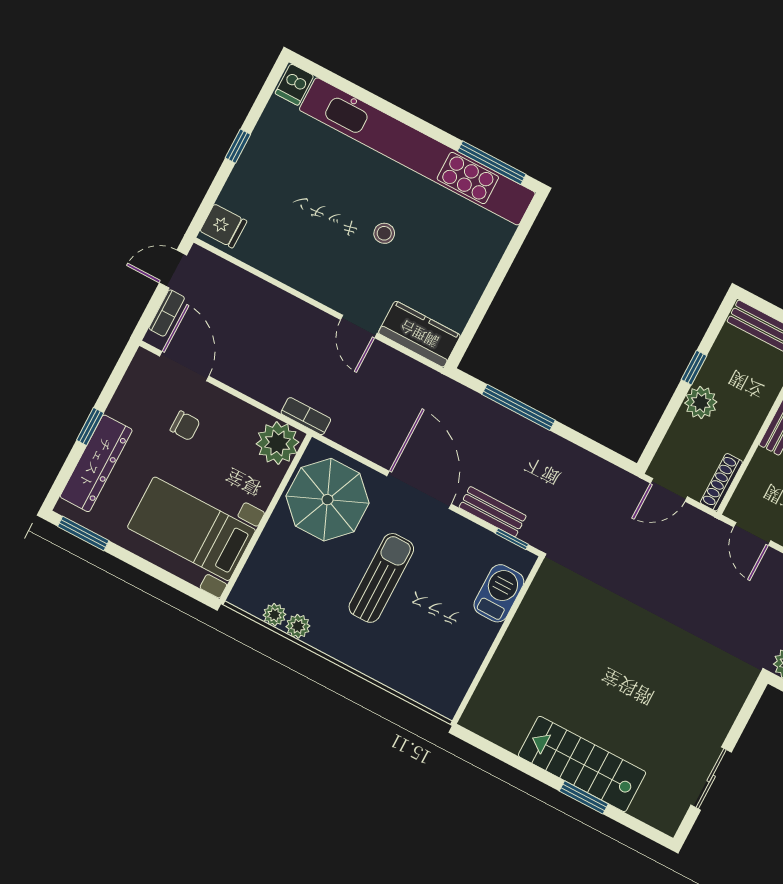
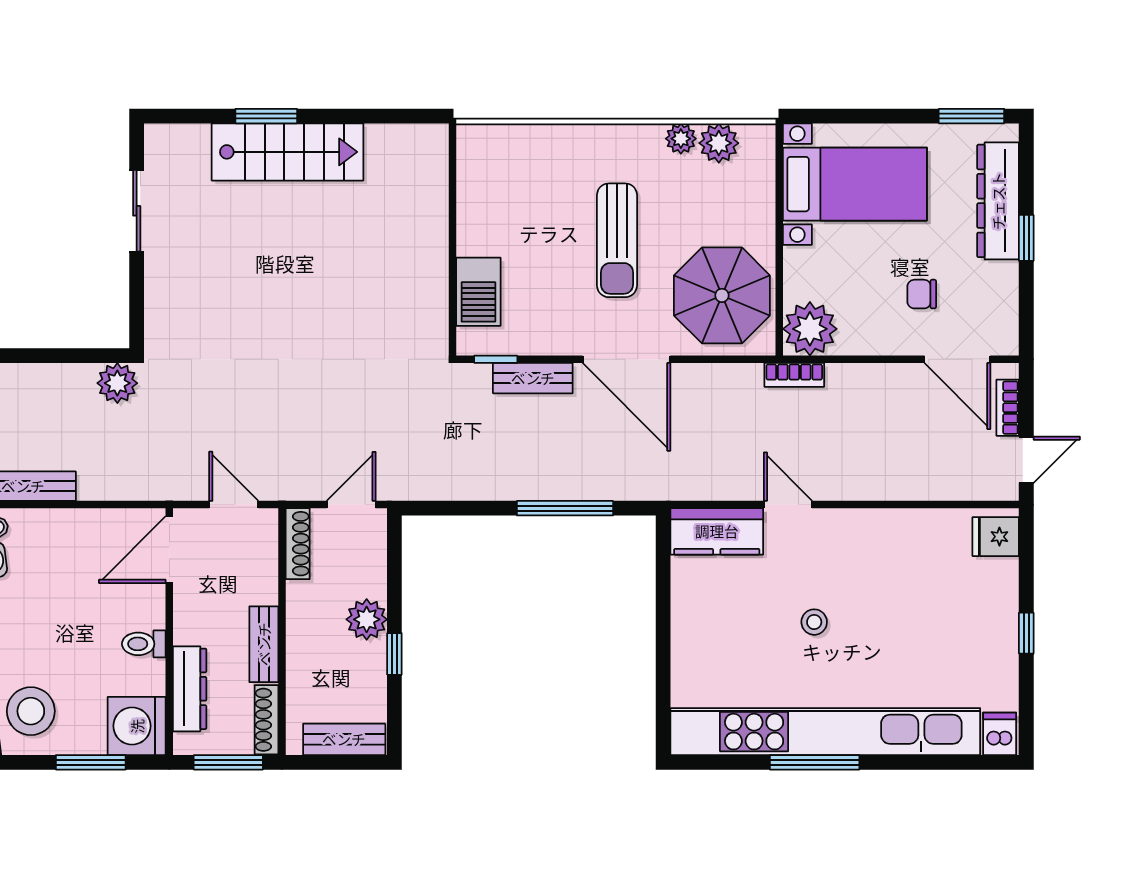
window: (492, 163) -> (815, 762), moved
plant: (274, 615) -> (719, 143), width x1.38, depth x1.38

